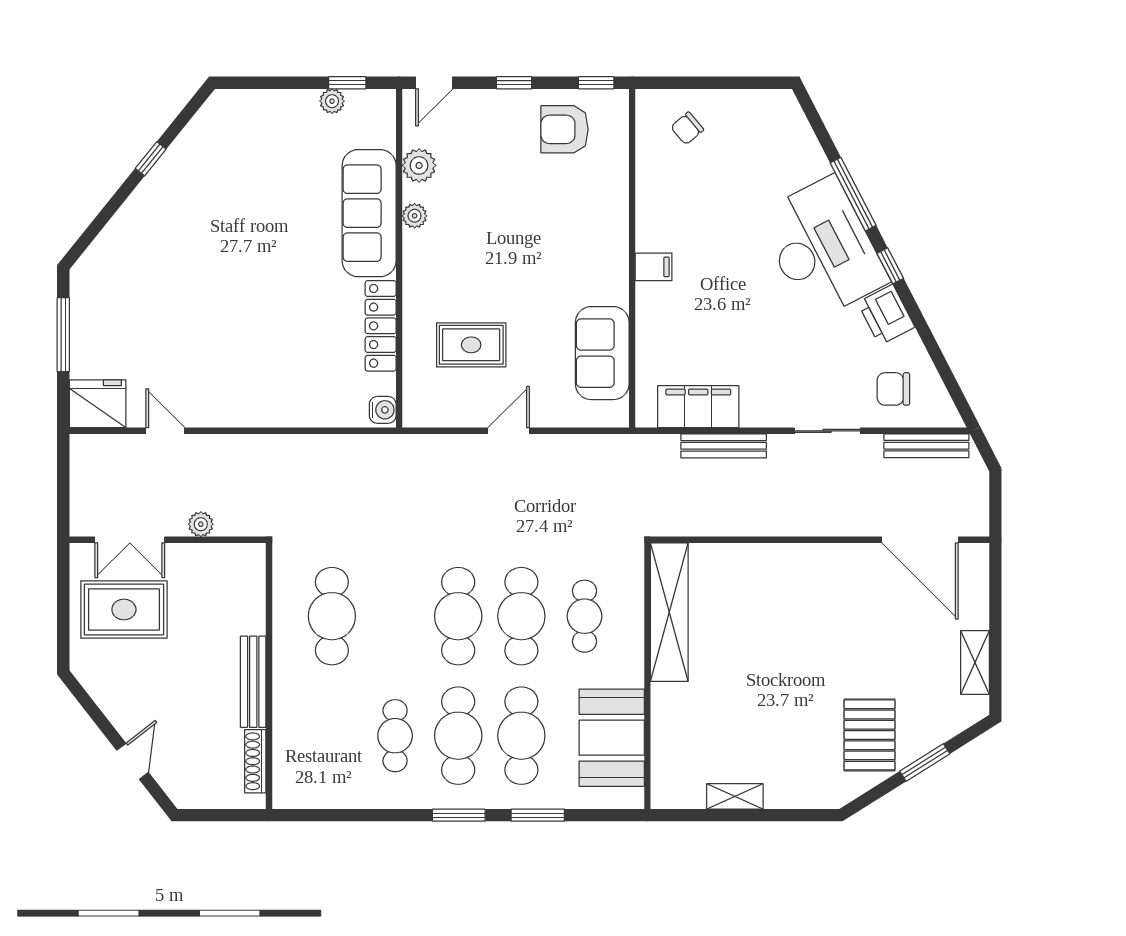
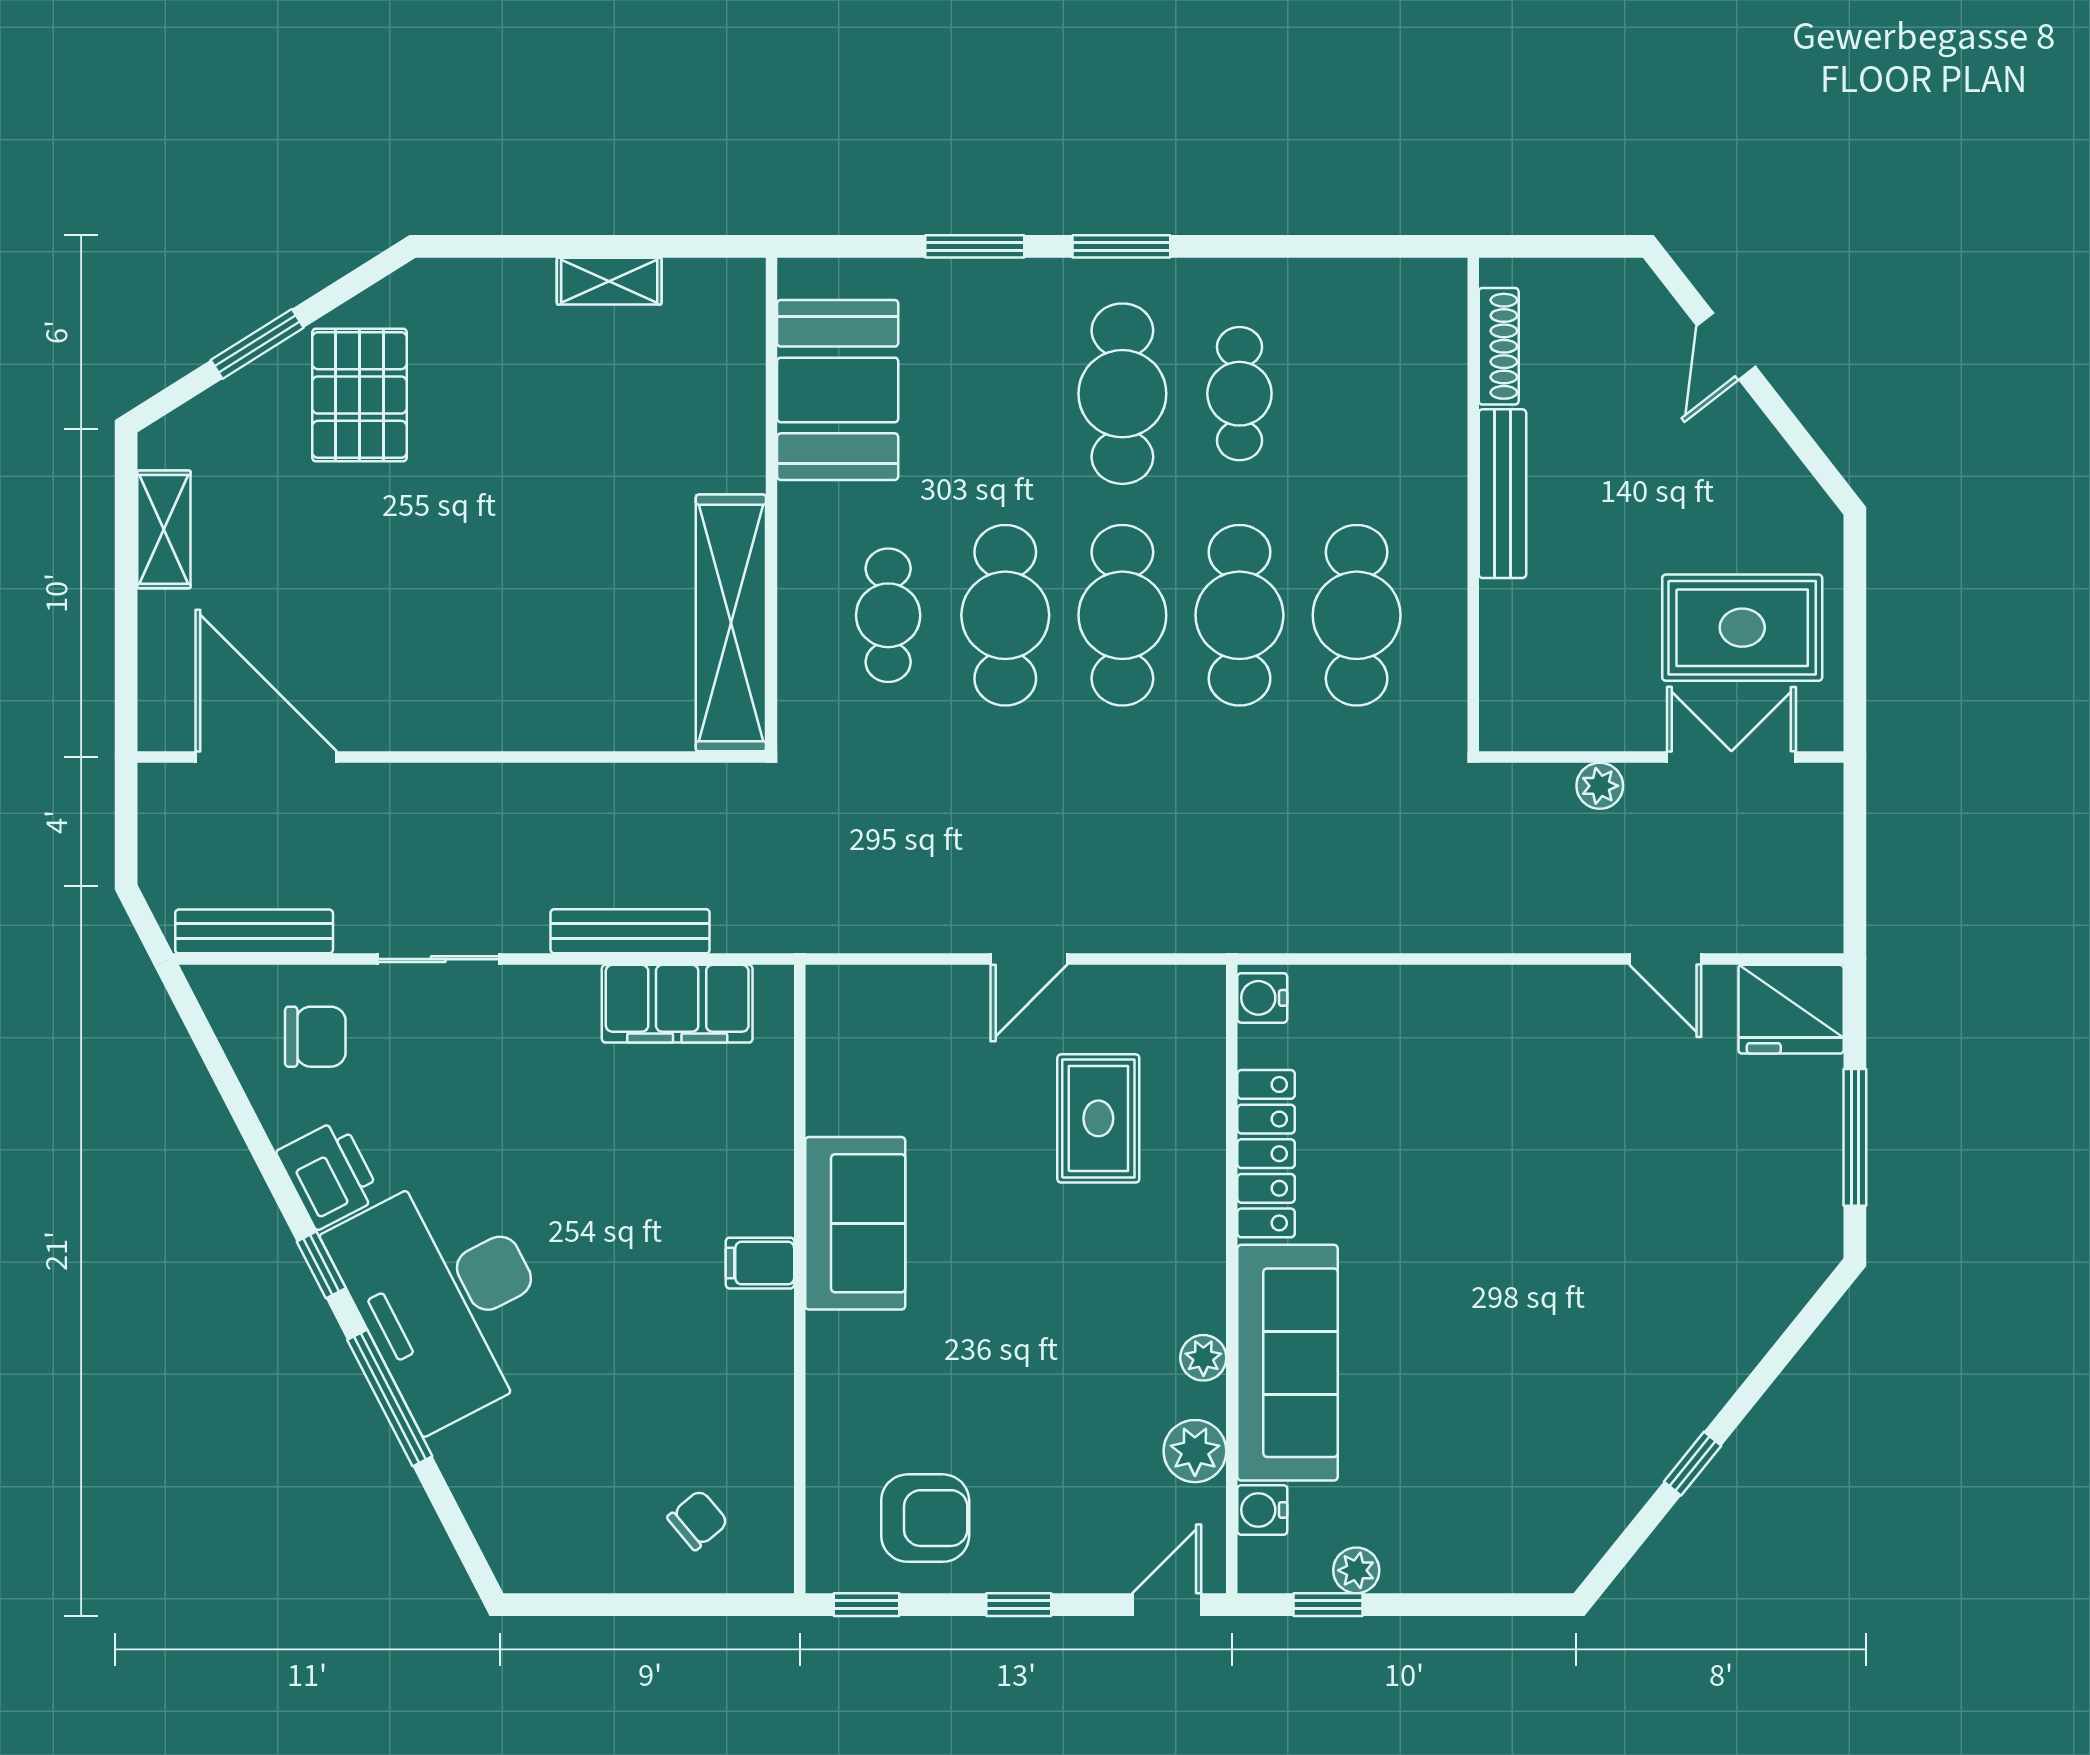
water cooler: (383, 134) -> (1262, 1510), added
rug: (471, 345) -> (1098, 1118), turned 90
sofa: (602, 353) -> (855, 1223), moved
cafe table: (521, 736) -> (1239, 615), moved

